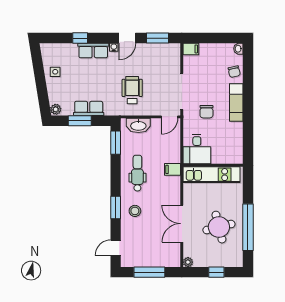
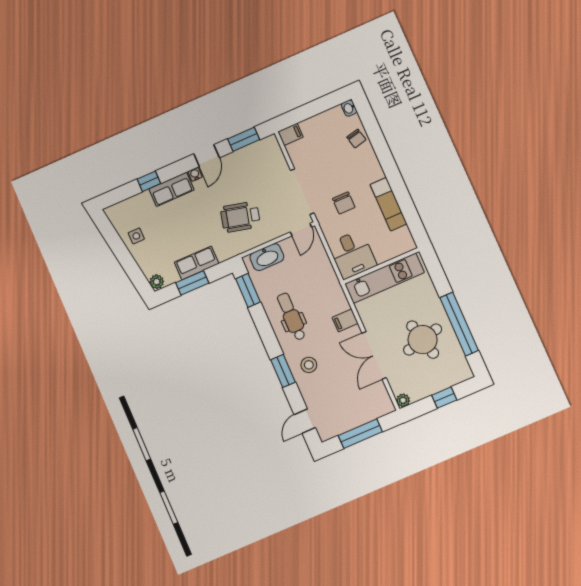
wheelchair: (132, 90) -> (240, 217), turned -76
exam couch: (236, 103) -> (389, 204), moved
filing cabinet: (173, 169) -> (345, 320), moved

